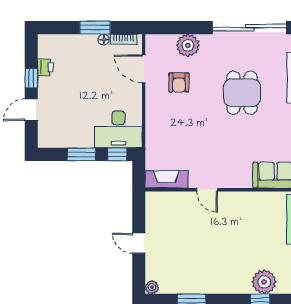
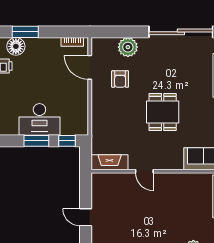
window: (95, 28) -> (25, 32), moved
floor lamp: (104, 40) -> (16, 46), moved, width x1.89, depth x1.89
dining table: (242, 93) -> (163, 112), moved
desk: (118, 129) -> (39, 119), moved

